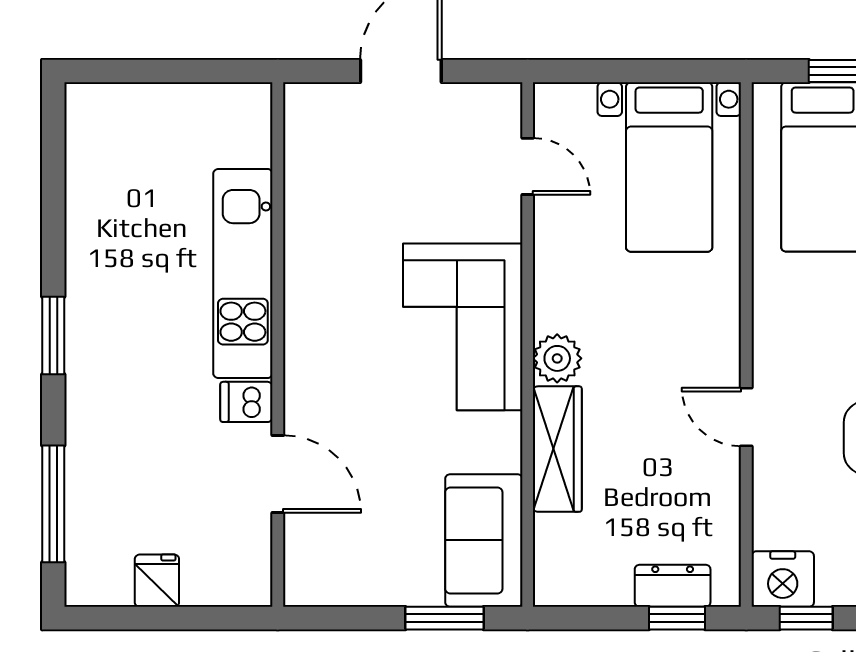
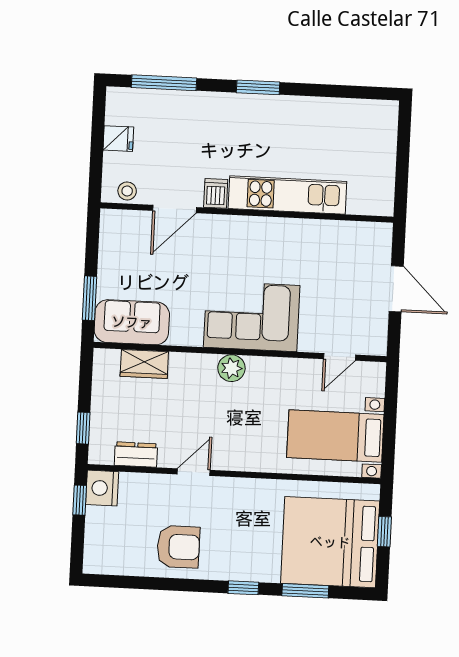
wardrobe: (557, 449) -> (144, 364), moved, width x0.67
stool: (250, 560) -> (127, 191), added
dresser: (673, 586) -> (136, 454), moved, turned -90

